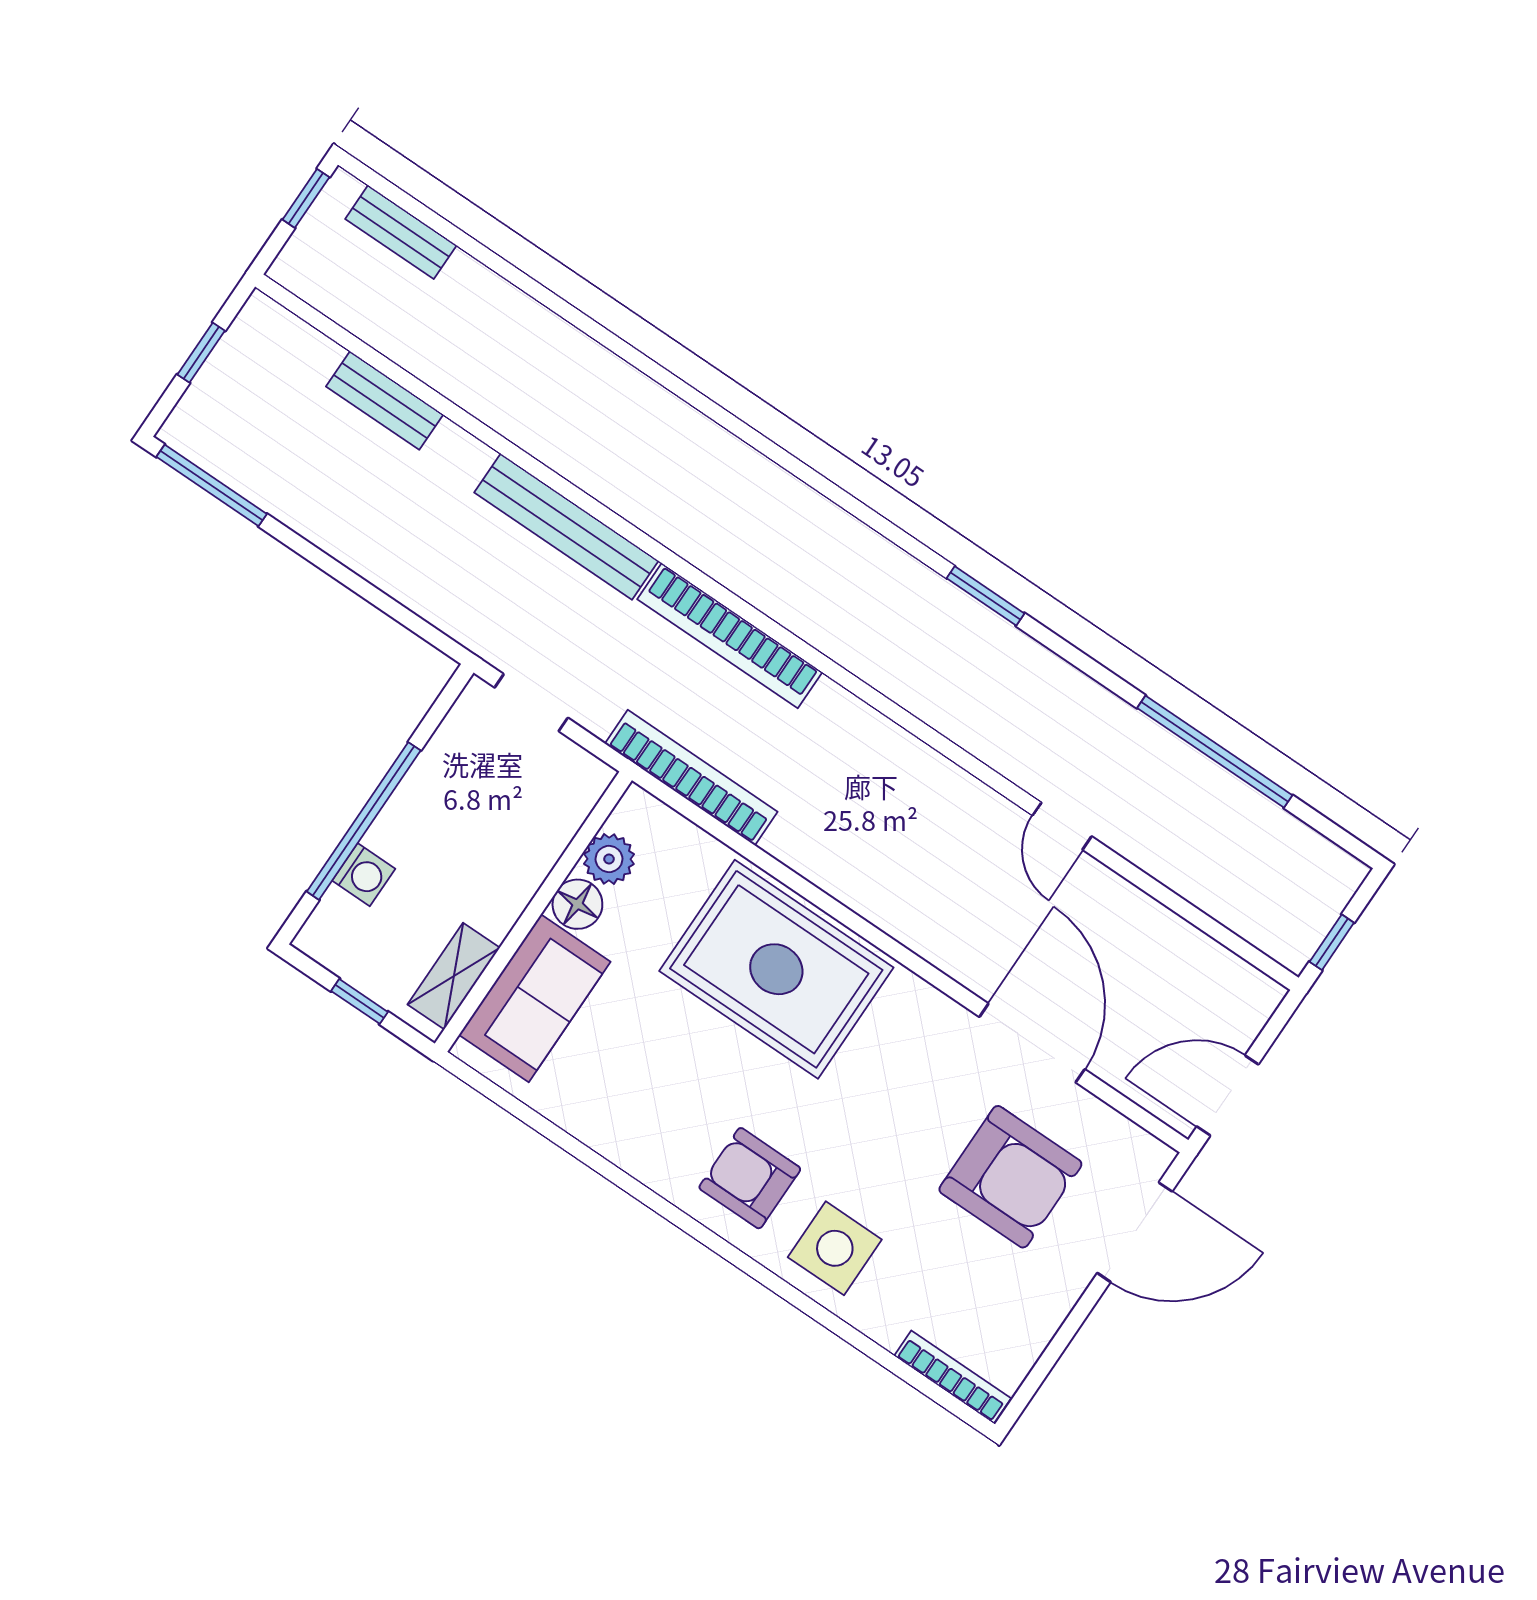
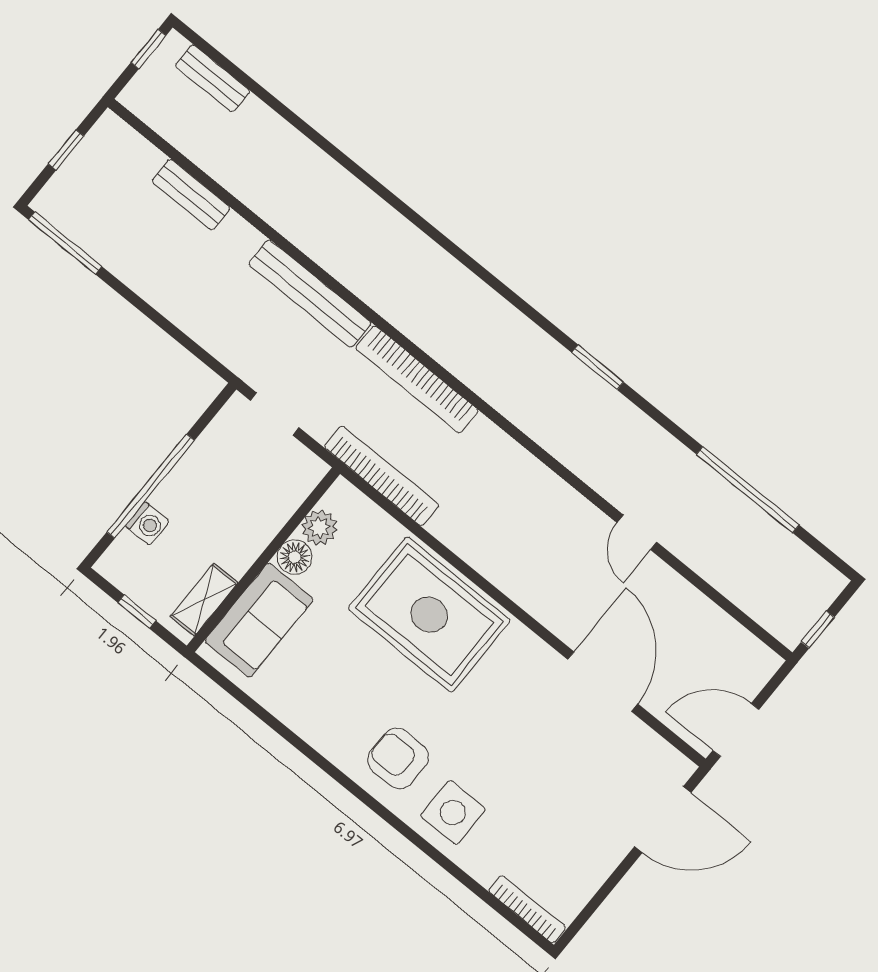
armchair: (1010, 1177) -> (580, 773), removed

